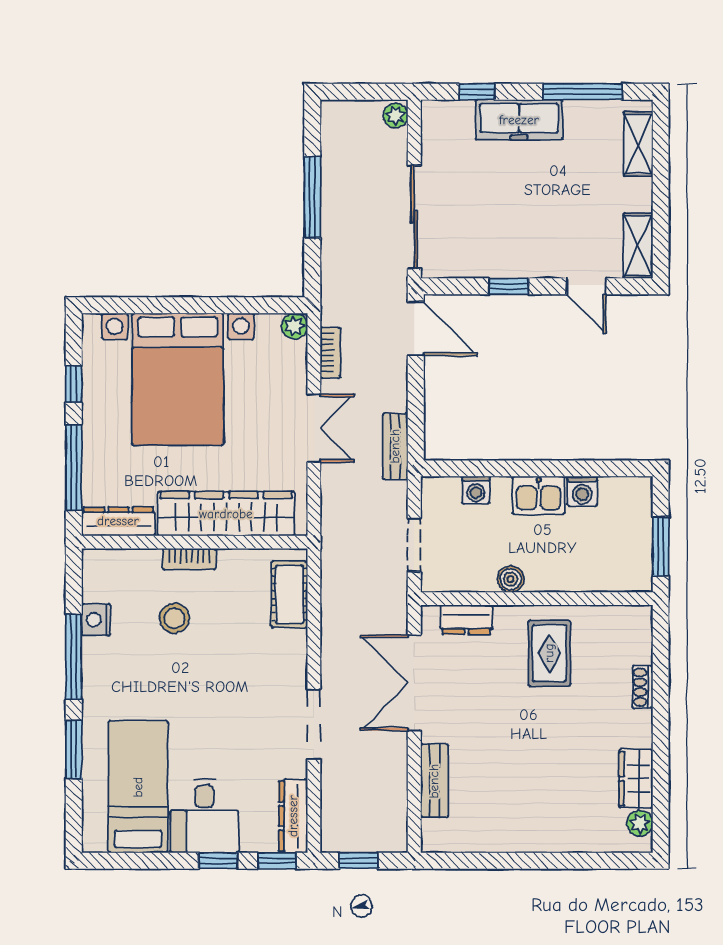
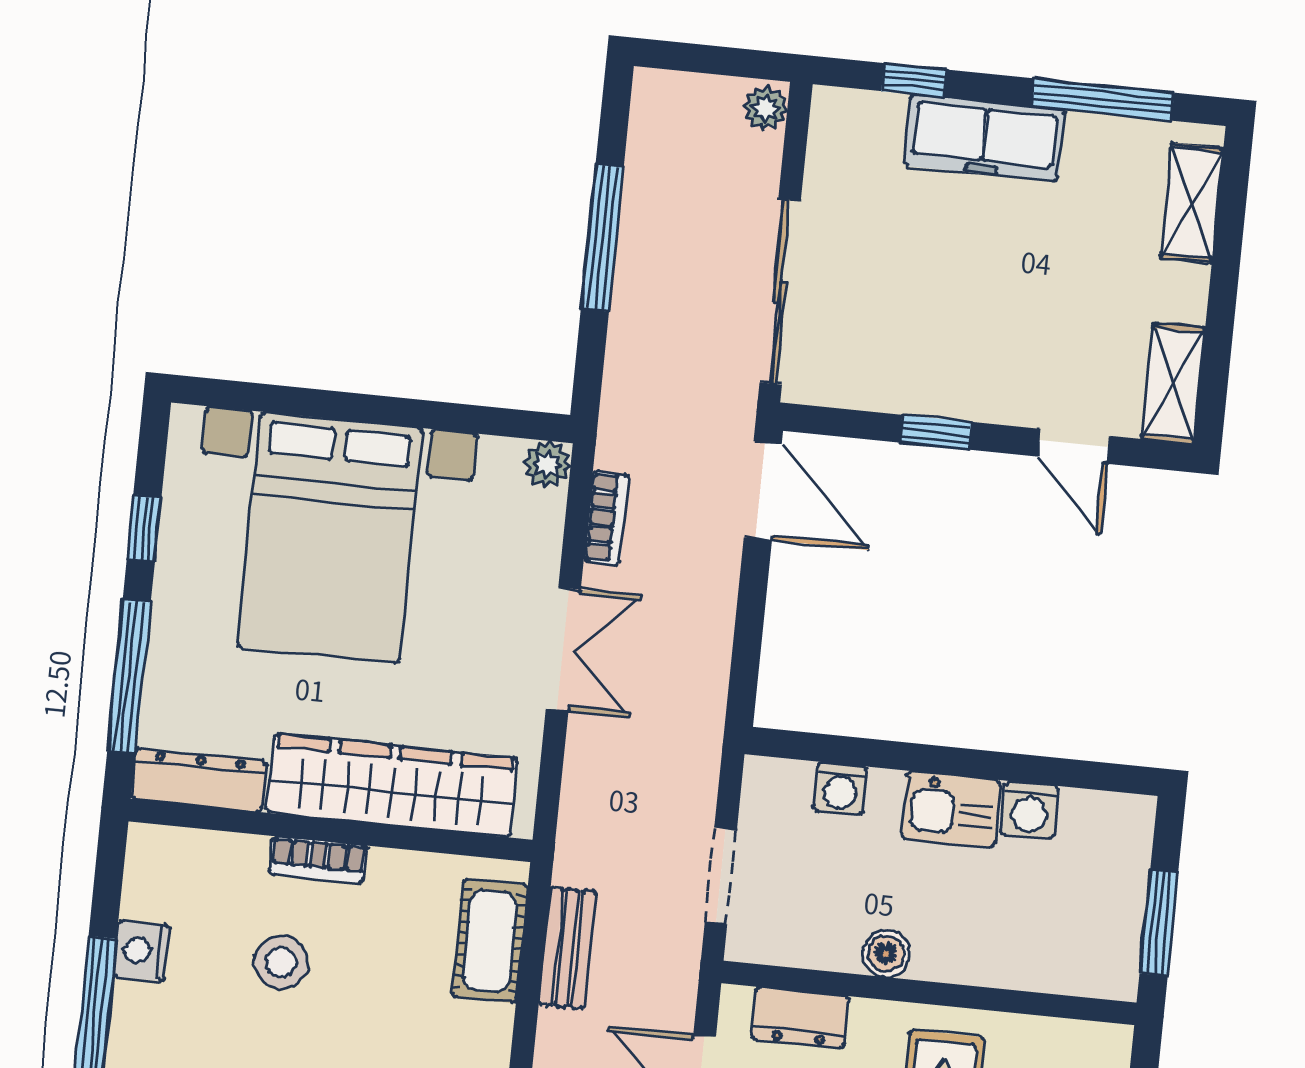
bench: (395, 446) -> (567, 948), moved

